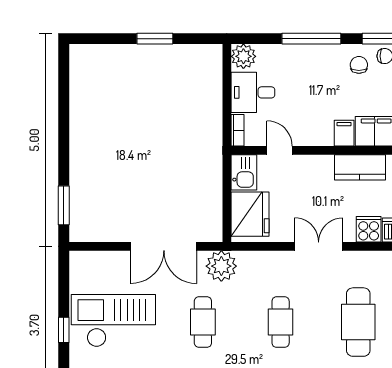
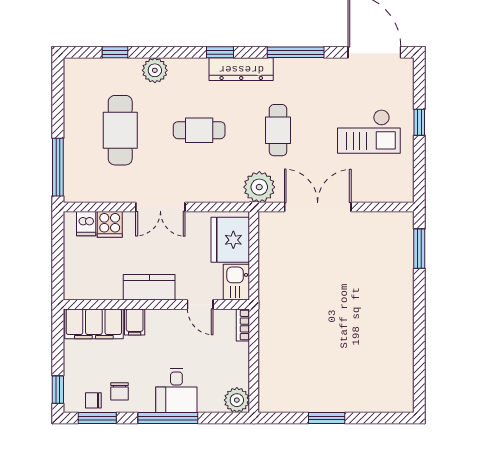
desk: (253, 92) -> (176, 390), moved, turned 90
kitchen counter: (360, 167) -> (149, 287), moved
checkout: (113, 321) -> (369, 132), width x0.73, depth x0.83
cafe table: (281, 322) -> (199, 130), turned 90

